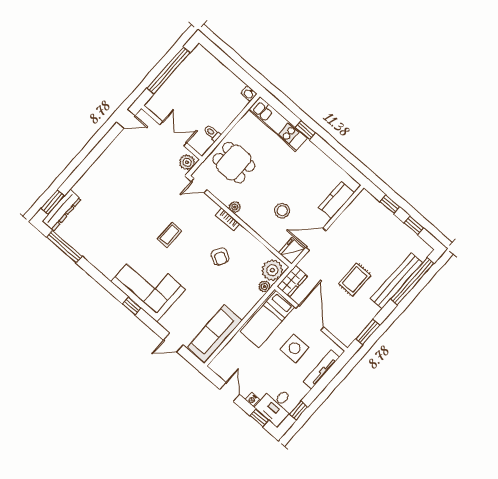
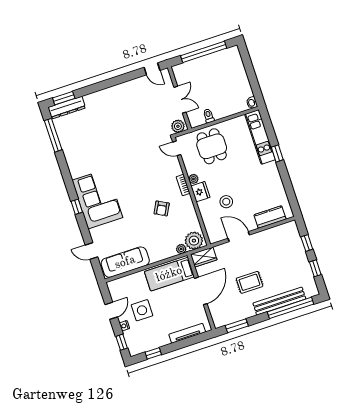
coffee table: (170, 235) -> (134, 171), removed
fridge: (292, 251) -> (200, 192), moved, turned 90
side table: (295, 348) -> (142, 310), moved
desk: (276, 405) -> (139, 340), removed

